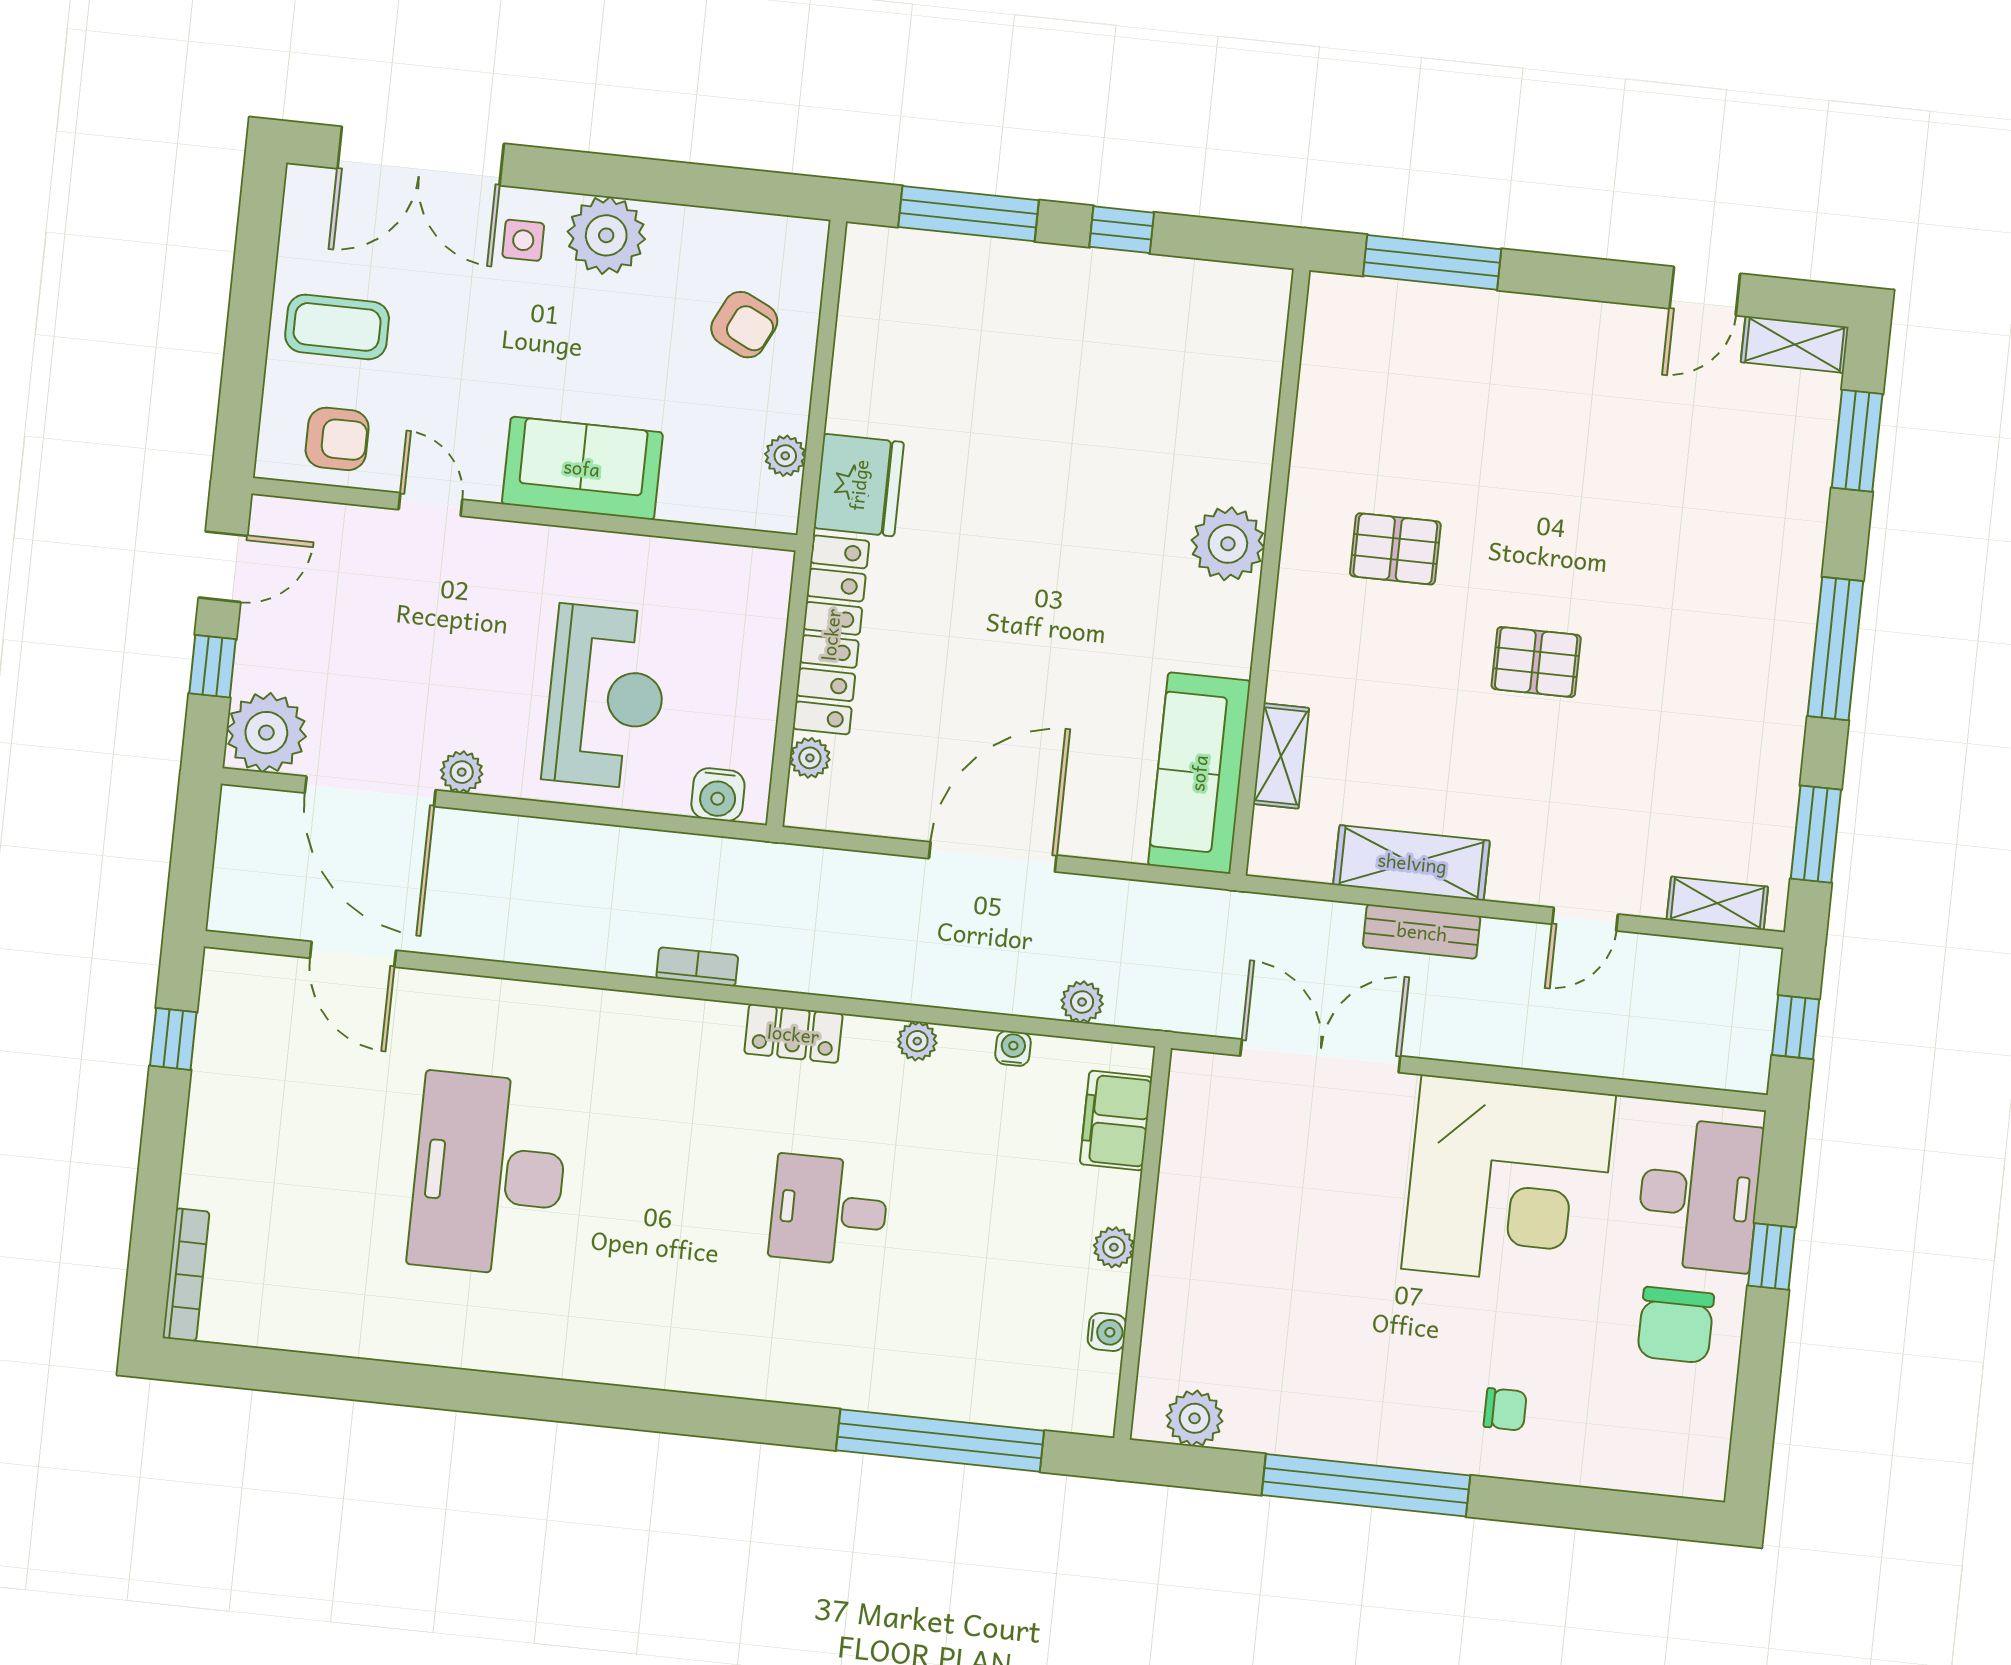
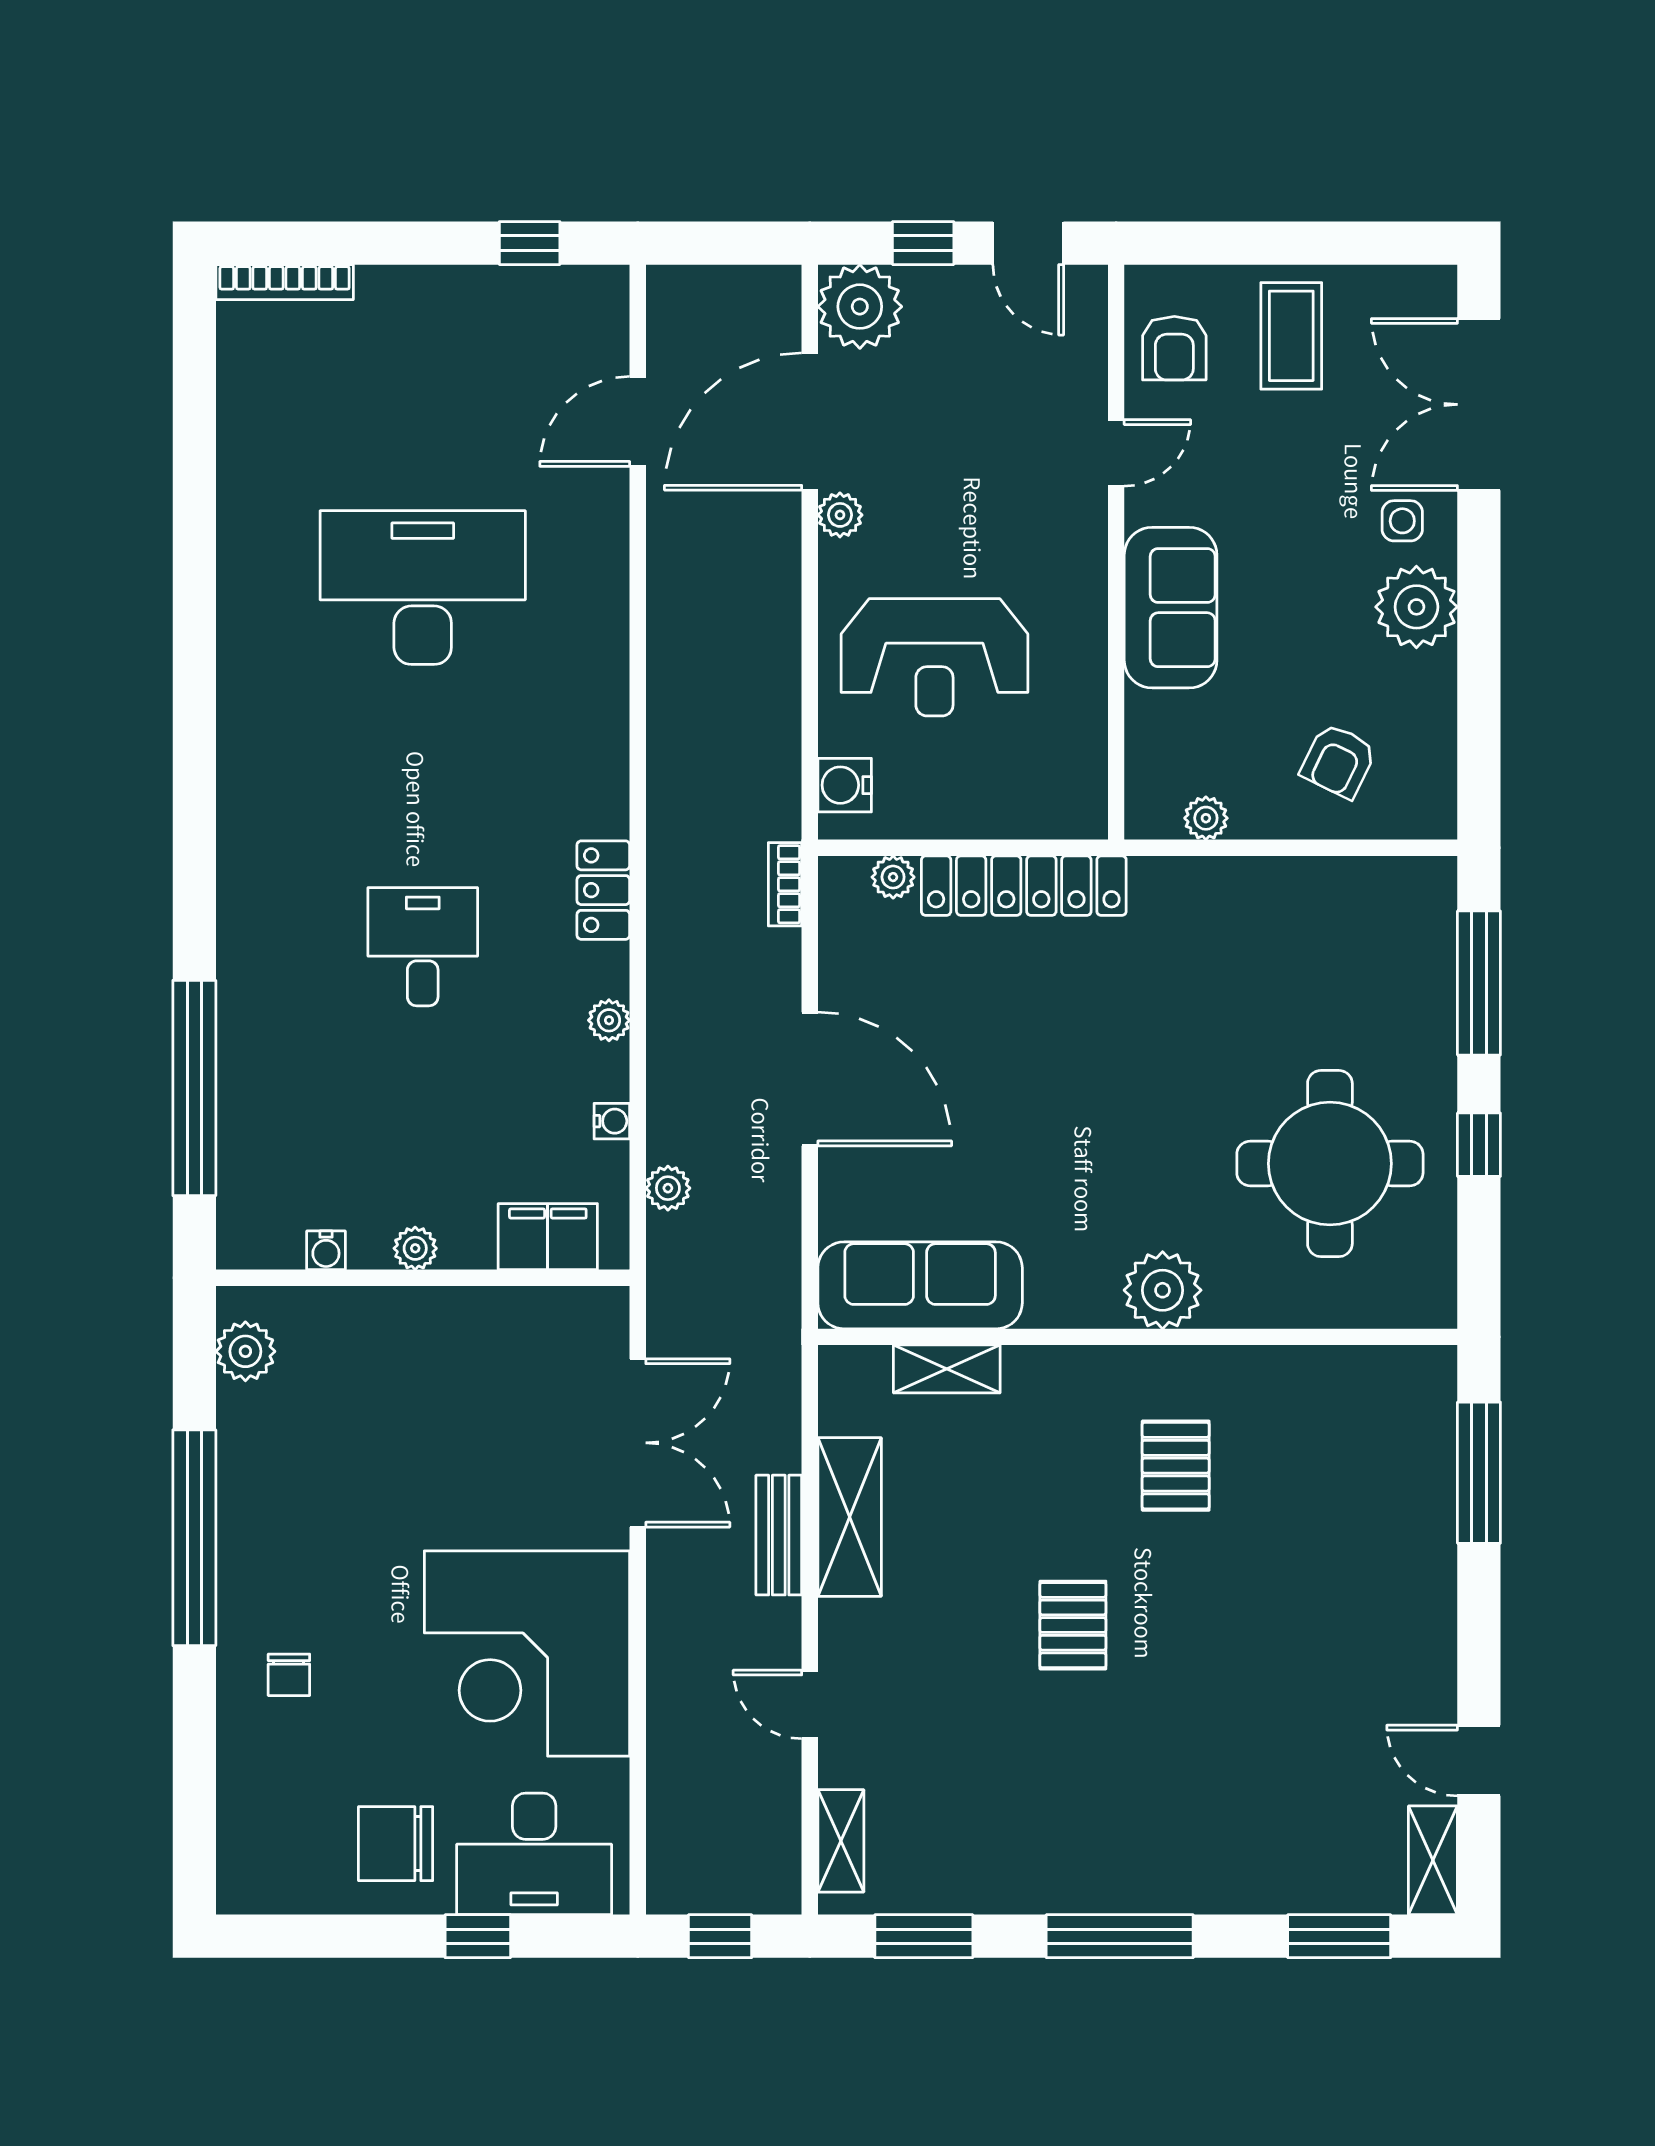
round table: (1125, 373) -> (1330, 1164), added
fridge: (859, 485) -> (1183, 898), removed
bookcase: (697, 967) -> (785, 884), moved, turned 180

